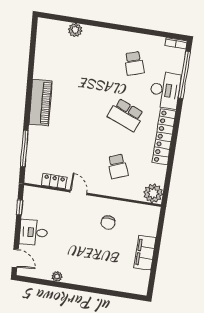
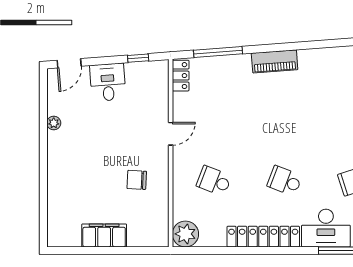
piano: (41, 103) -> (275, 61), width x0.73, depth x0.75
school desk: (126, 115) -> (285, 181), width x0.54
school desk: (118, 166) -> (214, 181), turned 42
locker: (54, 181) -> (181, 76), moved

